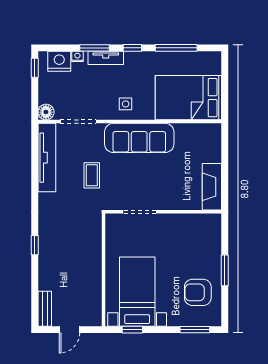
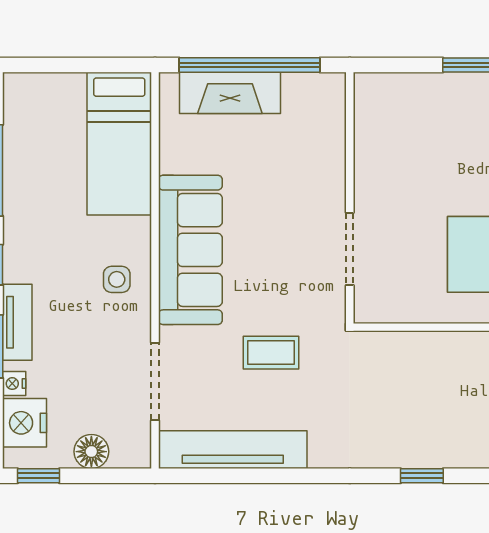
bed: (188, 98) -> (119, 144), width x0.67
floor lamp: (46, 112) -> (91, 452), moved
window: (225, 165) -> (250, 65), added
fireplace: (212, 187) -> (230, 93), moved

